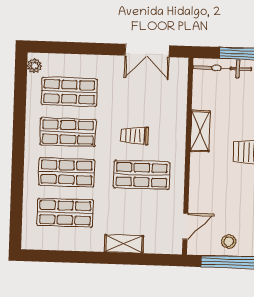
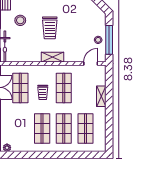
shop shelf: (69, 92) -> (20, 88), moved
shelving: (200, 131) -> (53, 57), moved
door: (185, 226) -> (91, 64), hinge flipped

